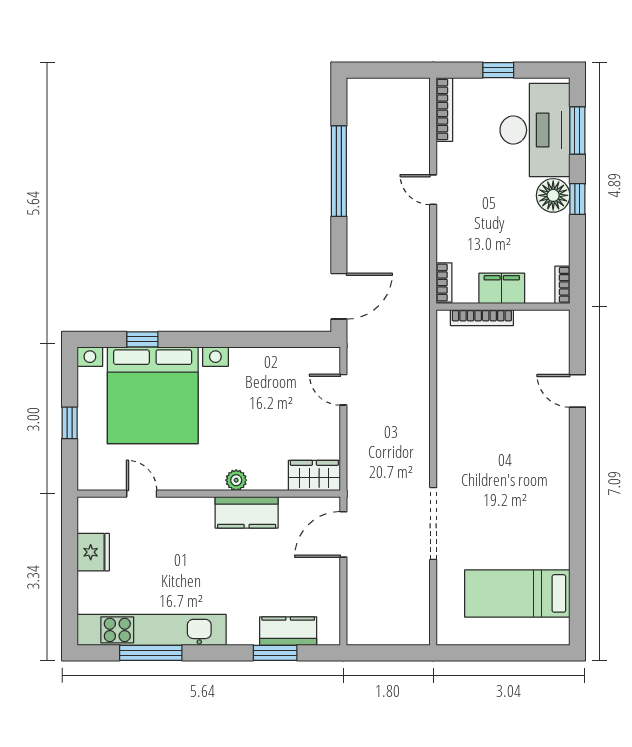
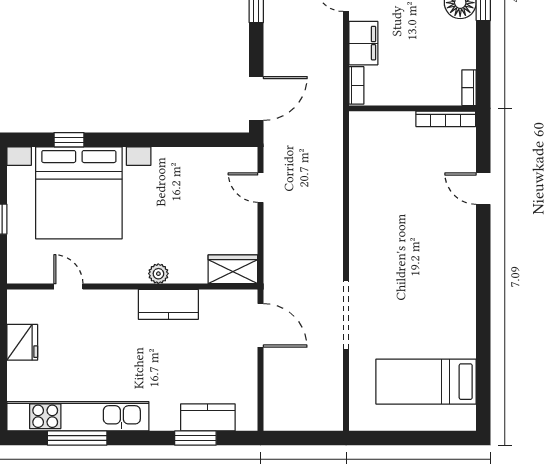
filing cabinet: (502, 288) -> (363, 43), moved, turned 90
bookcase: (482, 318) -> (446, 119), moved
door: (343, 534) -> (261, 325), swing flipped

